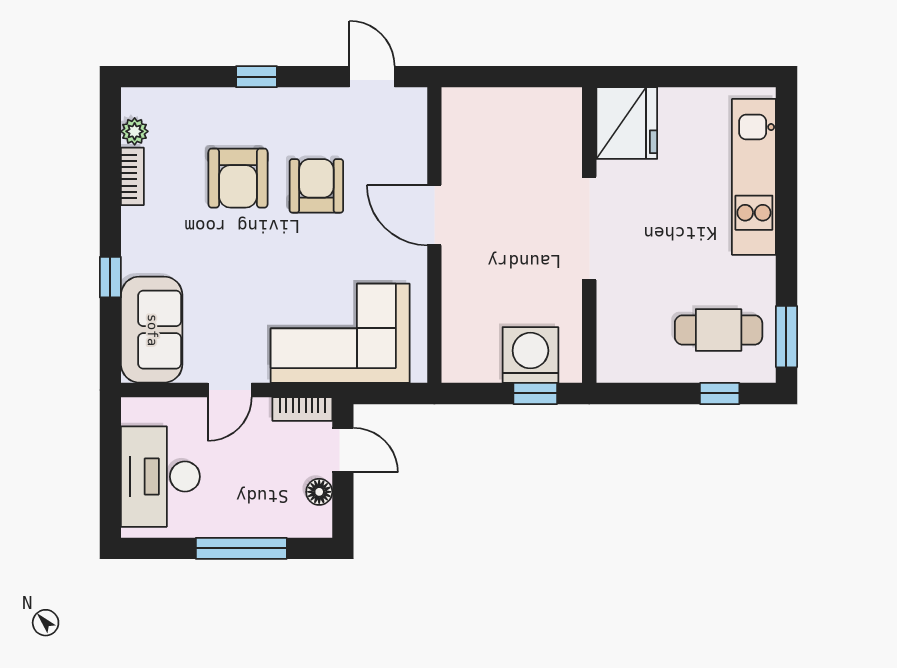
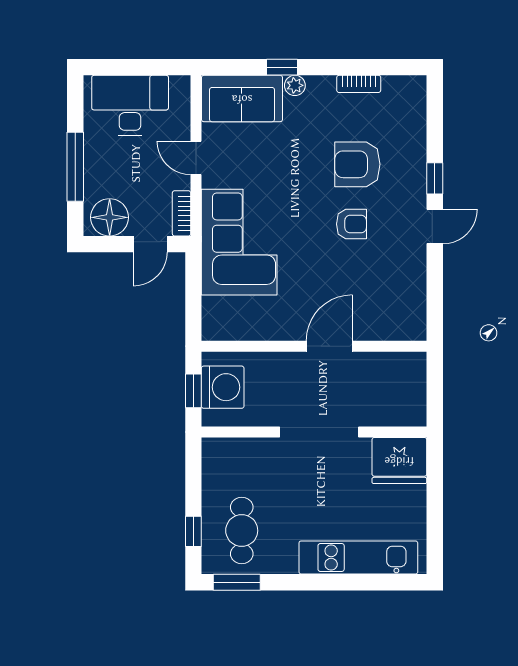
door: (372, 77) -> (435, 226), moved
plant: (135, 131) -> (295, 85), moved
armchair: (316, 186) -> (351, 224), width x0.72, depth x0.72
door: (434, 215) -> (329, 346), moved
wall: (434, 235) -> (314, 346), moved
floor lamp: (319, 492) -> (110, 217), width x1.89, depth x1.89

